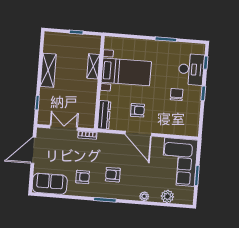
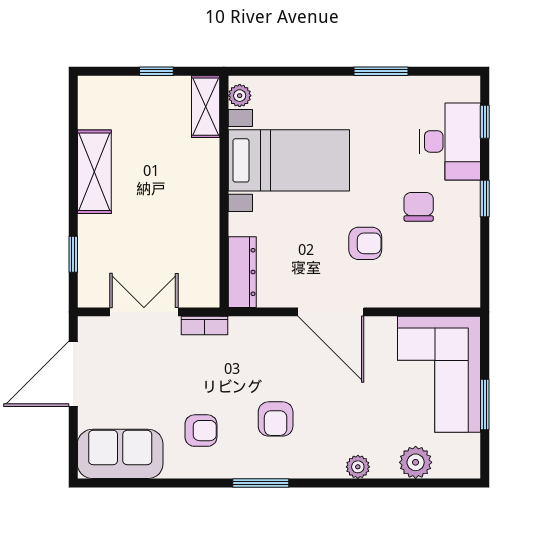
plant: (109, 44) -> (240, 96), added
shelving: (93, 66) -> (206, 107), moved
armchair: (138, 110) -> (365, 243), moved
armchair: (113, 175) -> (276, 419), turned -90

